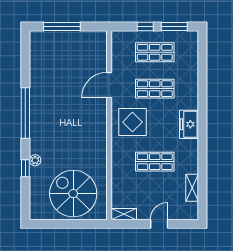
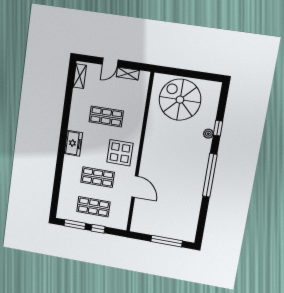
door: (109, 85) -> (135, 187), hinge flipped
shelving: (192, 188) -> (80, 76), moved
spiral stairs: (73, 194) -> (180, 100), turned 180
shelving: (124, 214) -> (128, 74), moved

